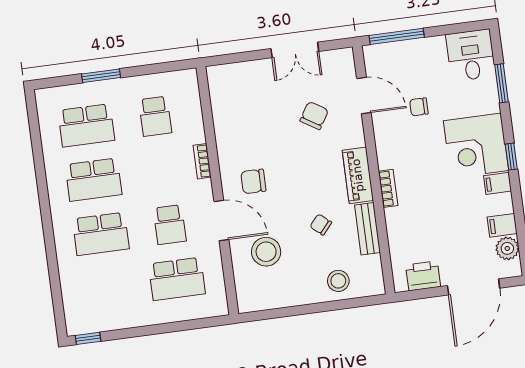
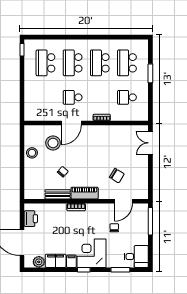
double door: (295, 50) -> (150, 143), moved
chair: (253, 181) -> (88, 141), removed
filing cabinet: (502, 225) -> (56, 261), width x2.00
school desk: (177, 279) -> (45, 63), moved
stool: (338, 281) -> (32, 153), moved

